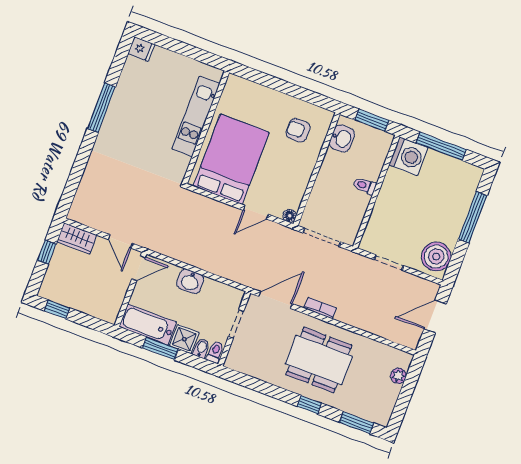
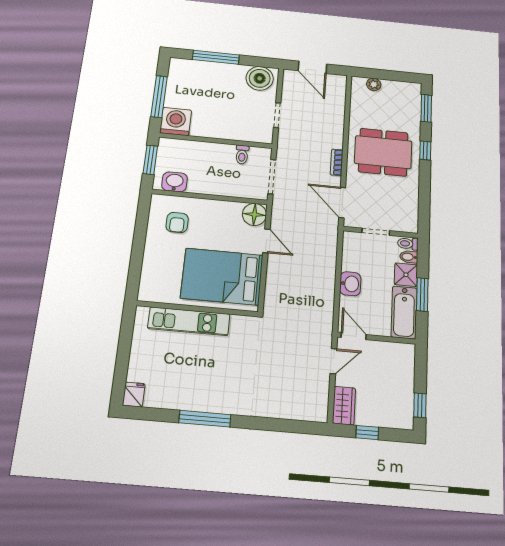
toilet: (365, 186) -> (242, 155), moved
floor lamp: (290, 216) -> (254, 214), width x1.89, depth x1.89
dining table: (319, 360) -> (383, 152), turned 90

